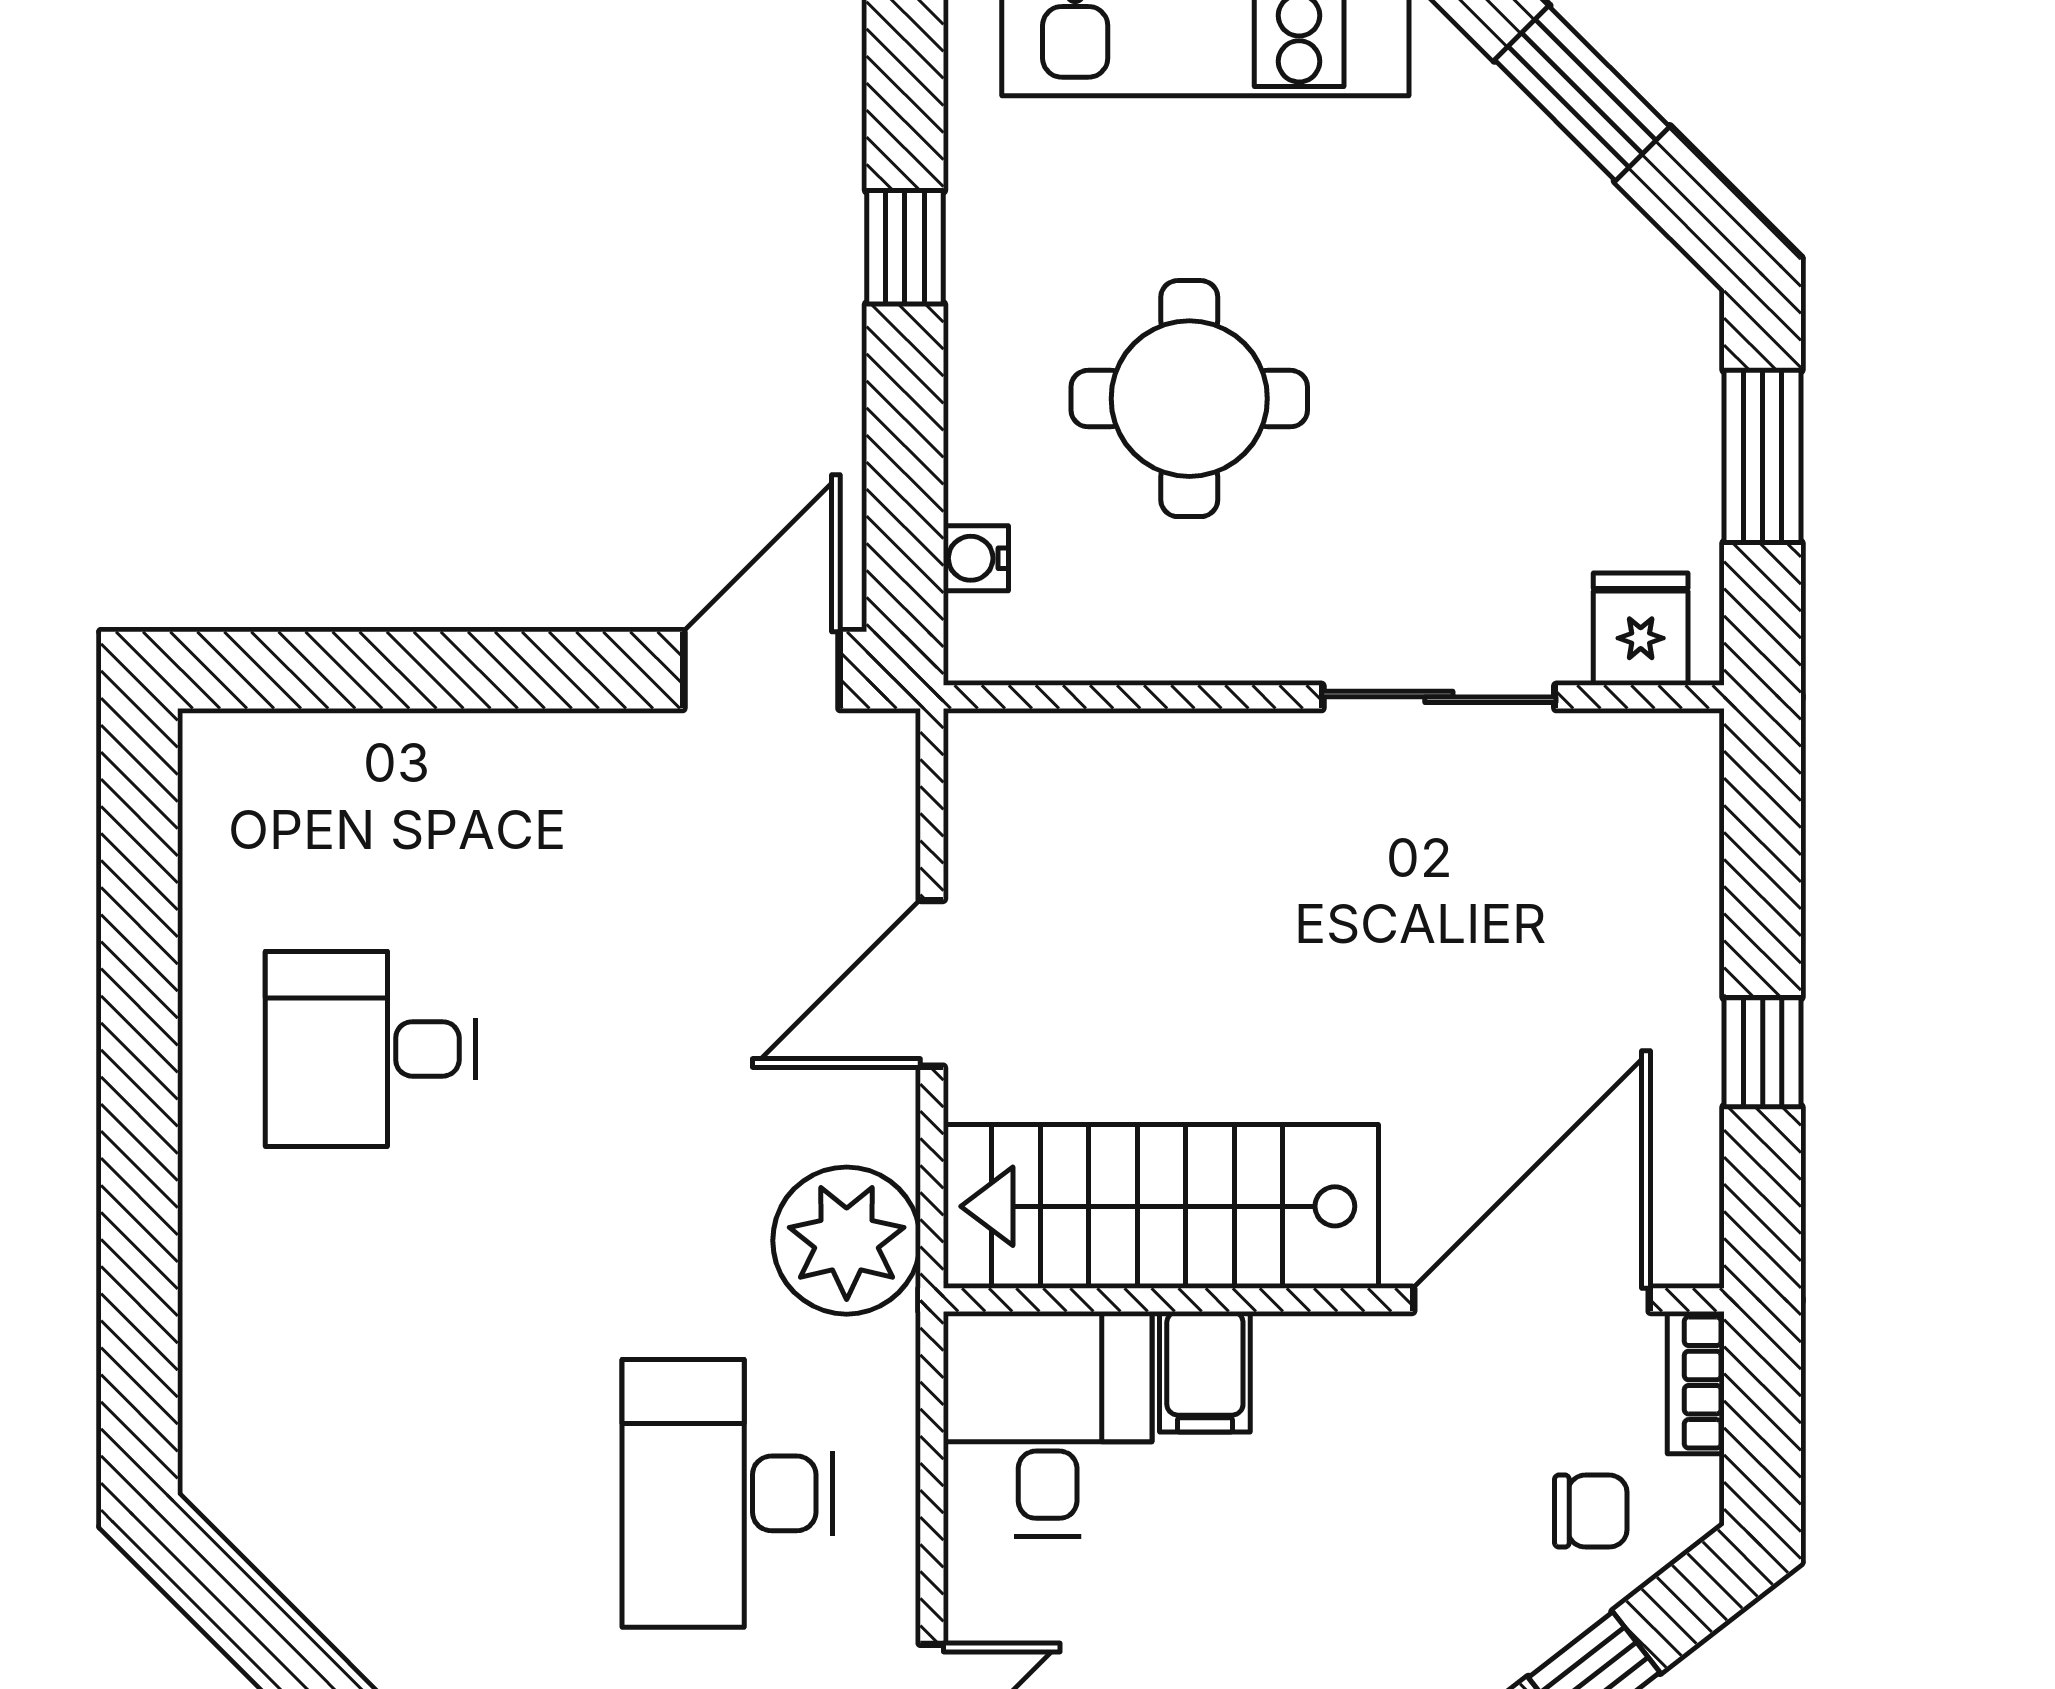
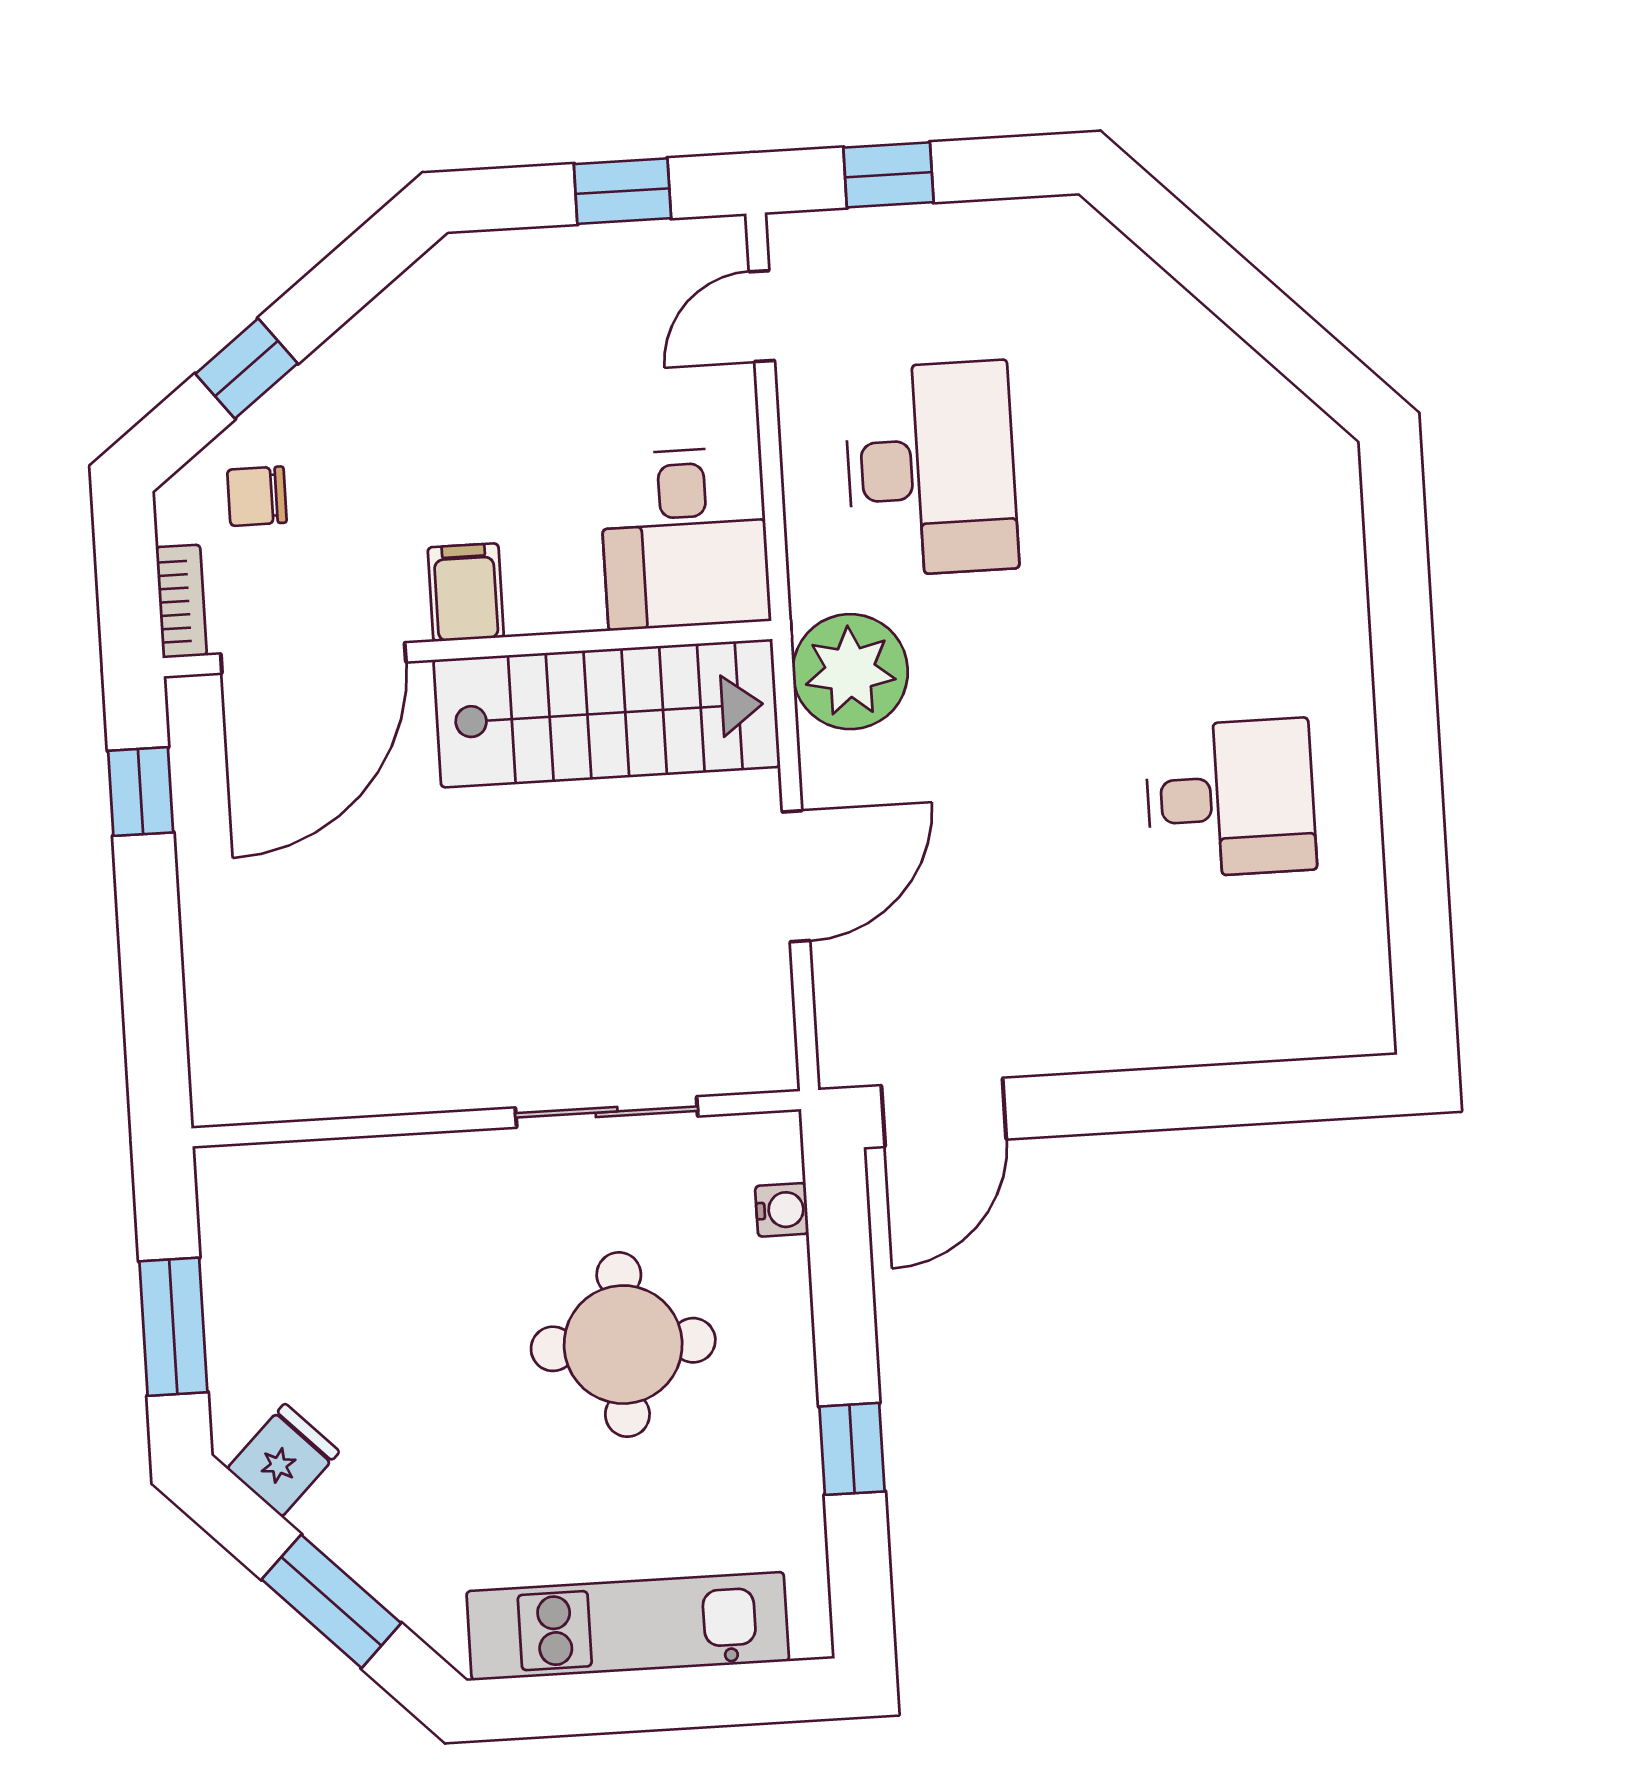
fridge: (1641, 629) -> (283, 1460), moved, turned -135
sliding door: (1439, 697) -> (607, 1112), moved
window: (1763, 1052) -> (141, 792), moved
filing cabinet: (1205, 1372) -> (466, 592), moved

